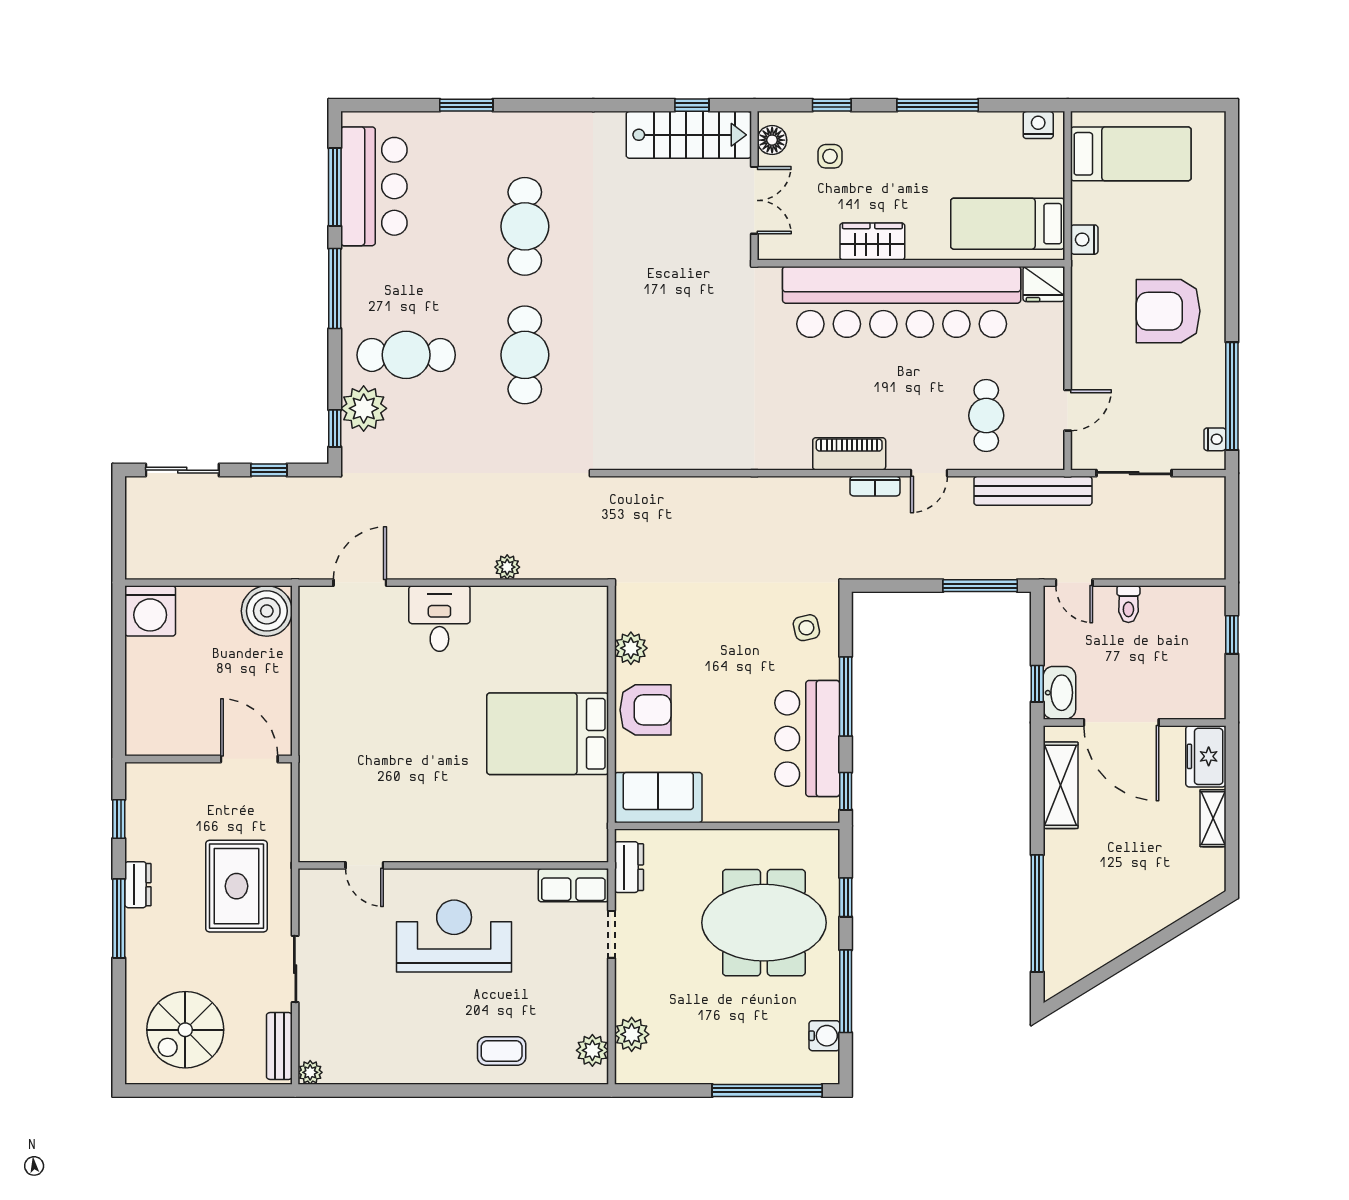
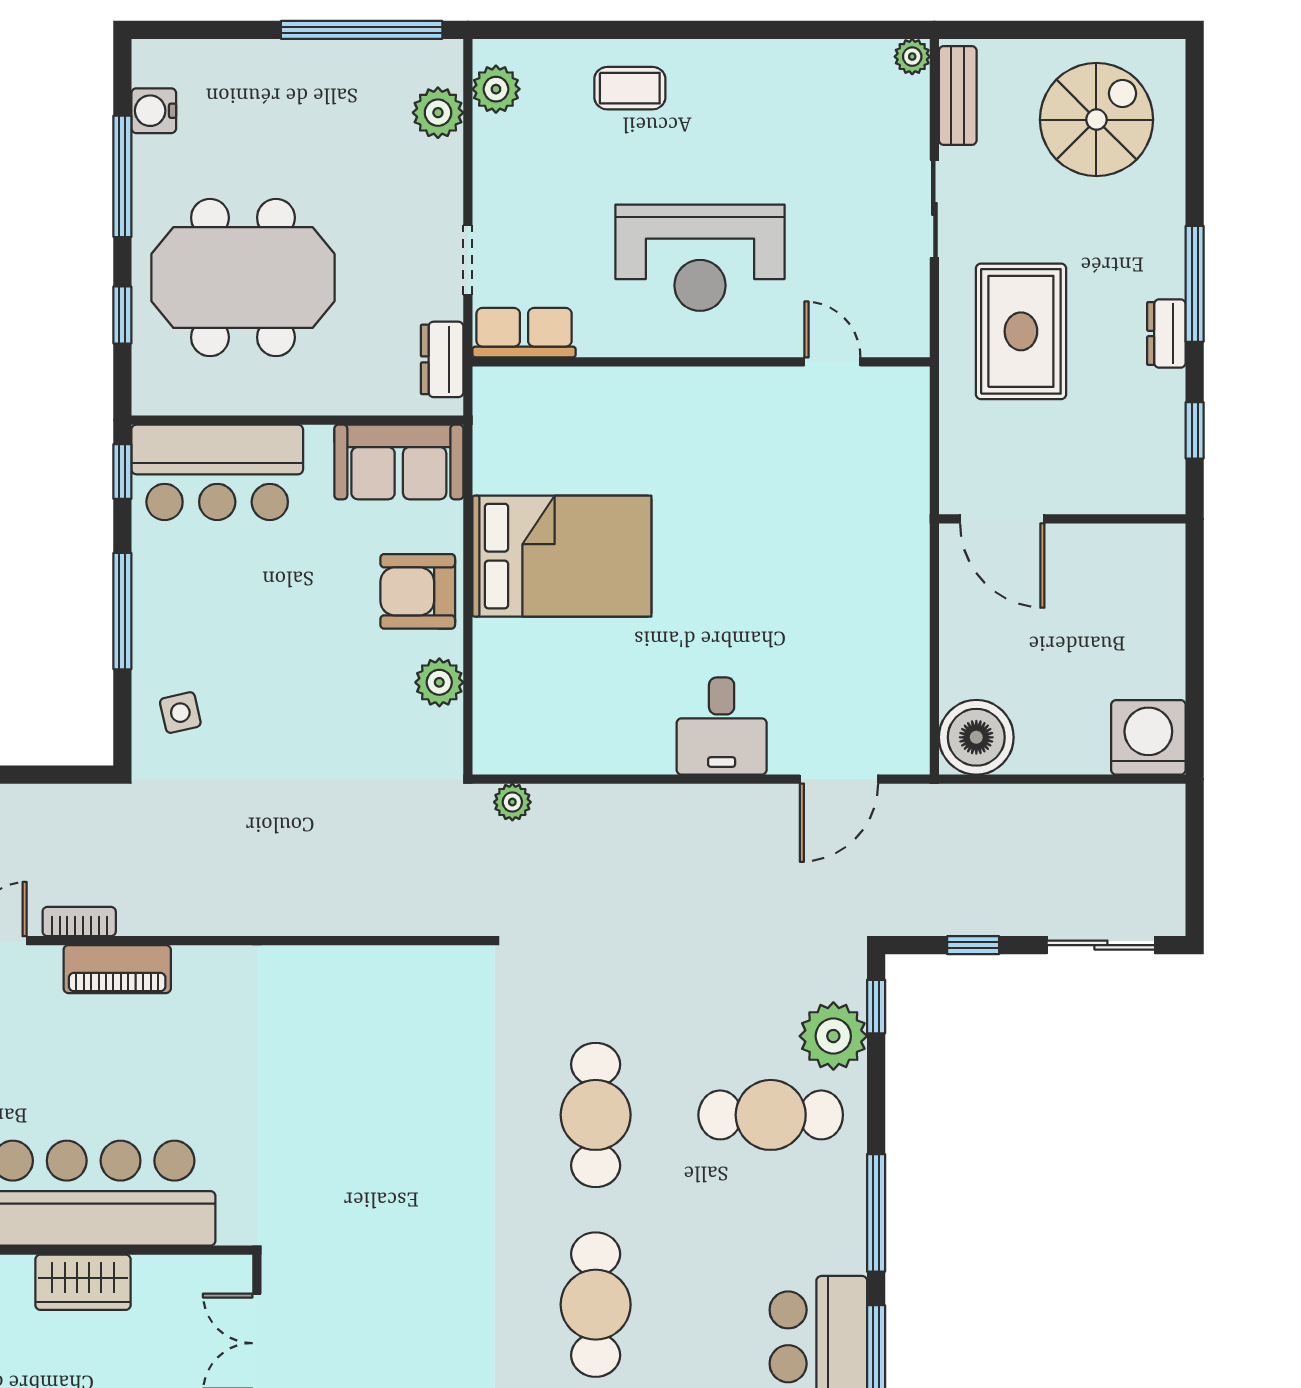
plant: (507, 567) -> (512, 802), moved
bar counter: (807, 738) -> (217, 472), moved, turned 90
window: (767, 1090) -> (362, 30), moved

